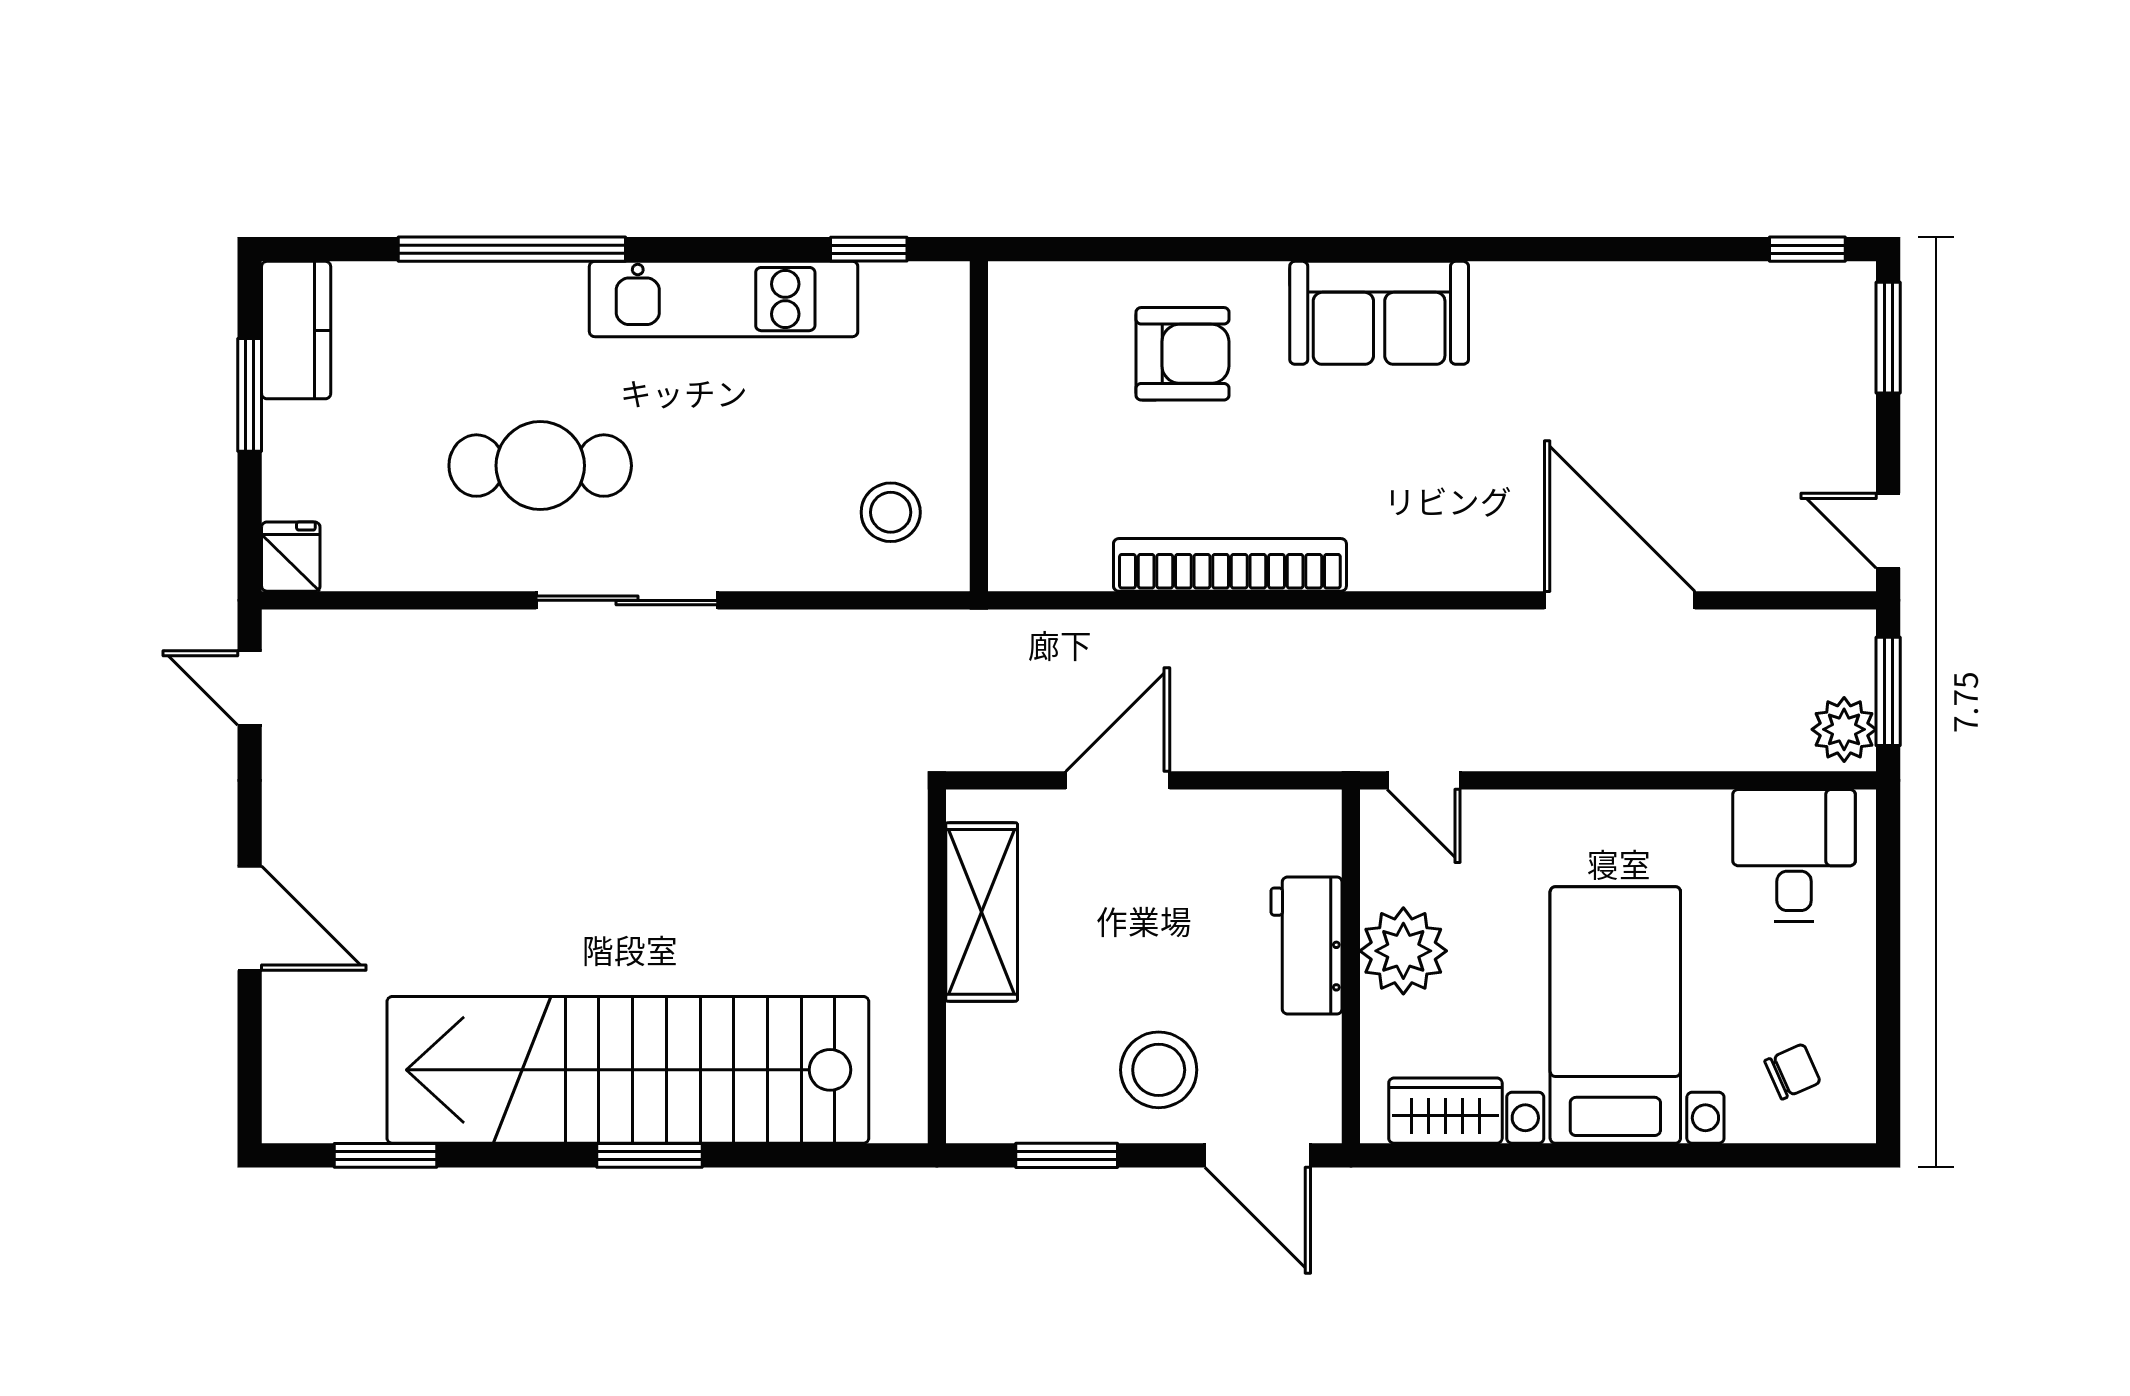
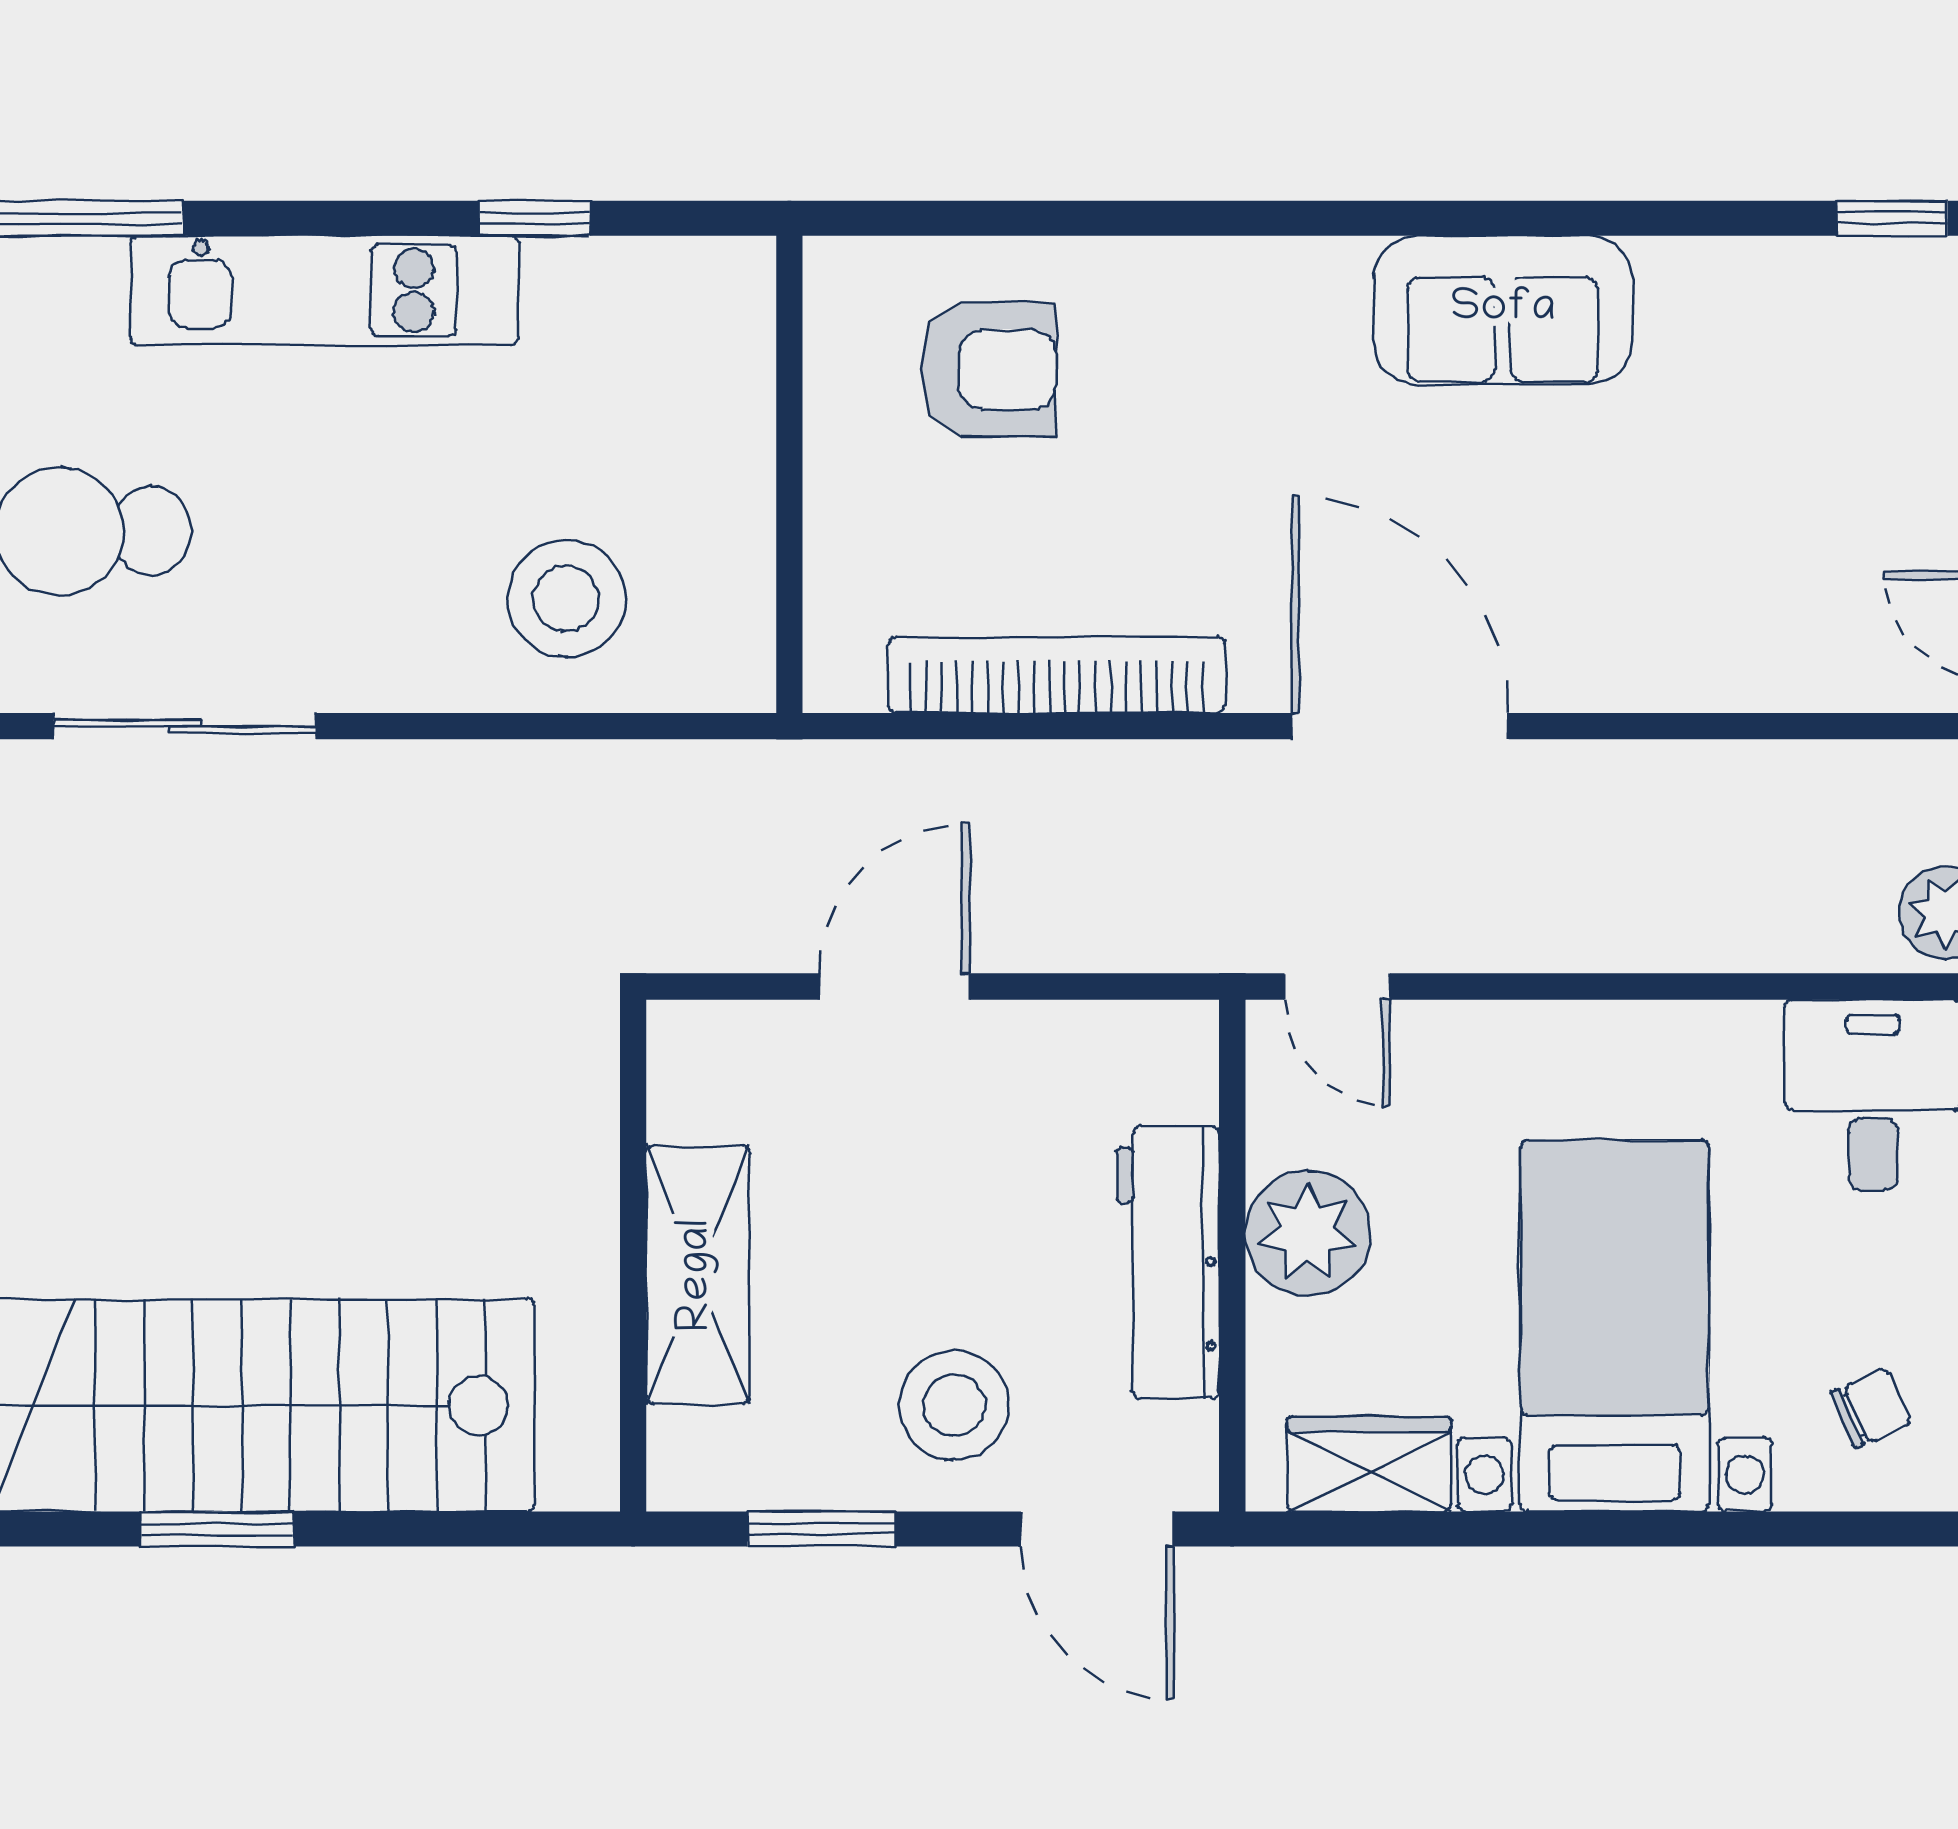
sofa: (1379, 313) -> (1503, 310), moved
wall: (979, 426) -> (789, 474), moved
stool: (891, 512) -> (566, 599), width x1.38, depth x1.38
door: (1620, 600) -> (1400, 726), moved
shelving: (982, 912) -> (698, 1275), moved
workbench: (1307, 945) -> (1168, 1263), width x1.37

